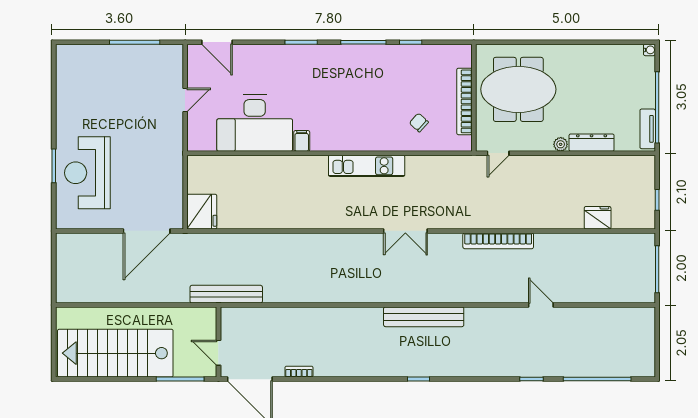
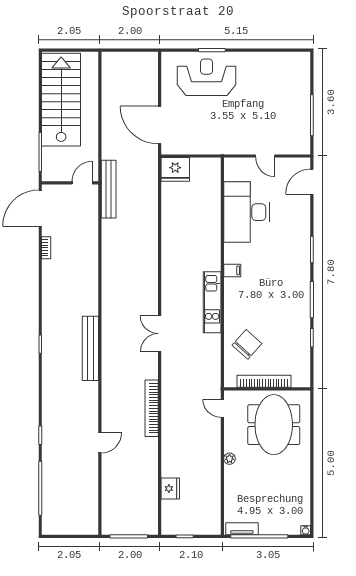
chair: (419, 123) -> (247, 344), width x1.87, depth x1.87
filing cabinet: (302, 141) -> (232, 270), moved
dresser: (592, 143) -> (231, 484), removed
door: (218, 353) -> (82, 183), moved

